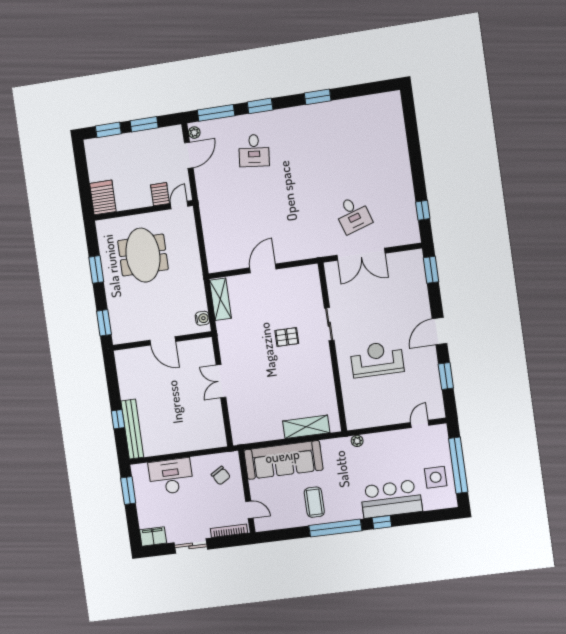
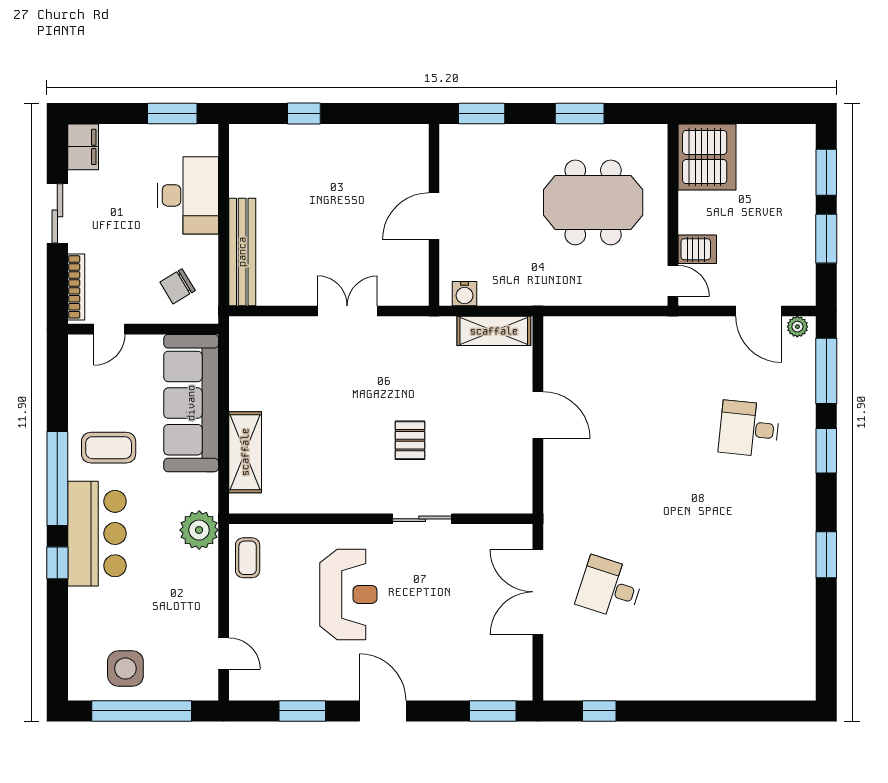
server rack: (103, 197) -> (707, 157), width x1.60
desk: (353, 215) -> (610, 588), turned 36
coffee table: (364, 418) -> (248, 558), added
bench: (132, 429) -> (242, 252), moved, turned 90
plant: (357, 441) -> (199, 530), width x1.87, depth x1.87
bar counter: (391, 499) -> (97, 534), moved

